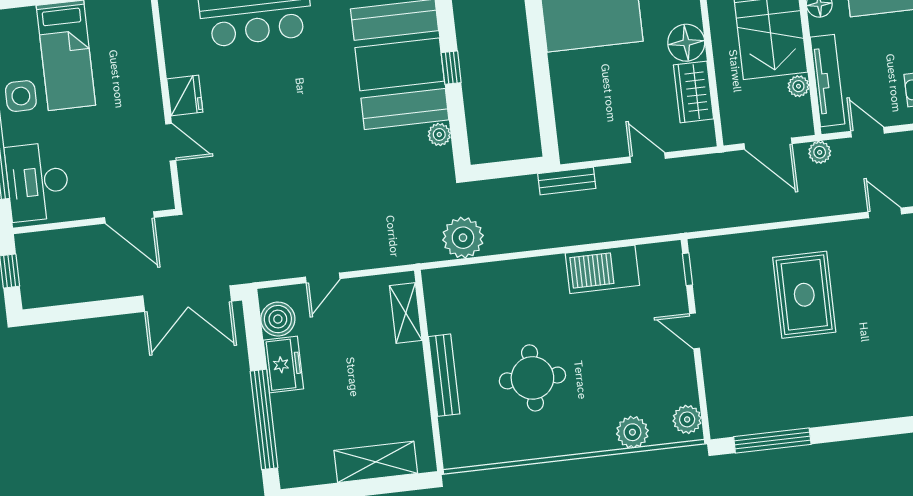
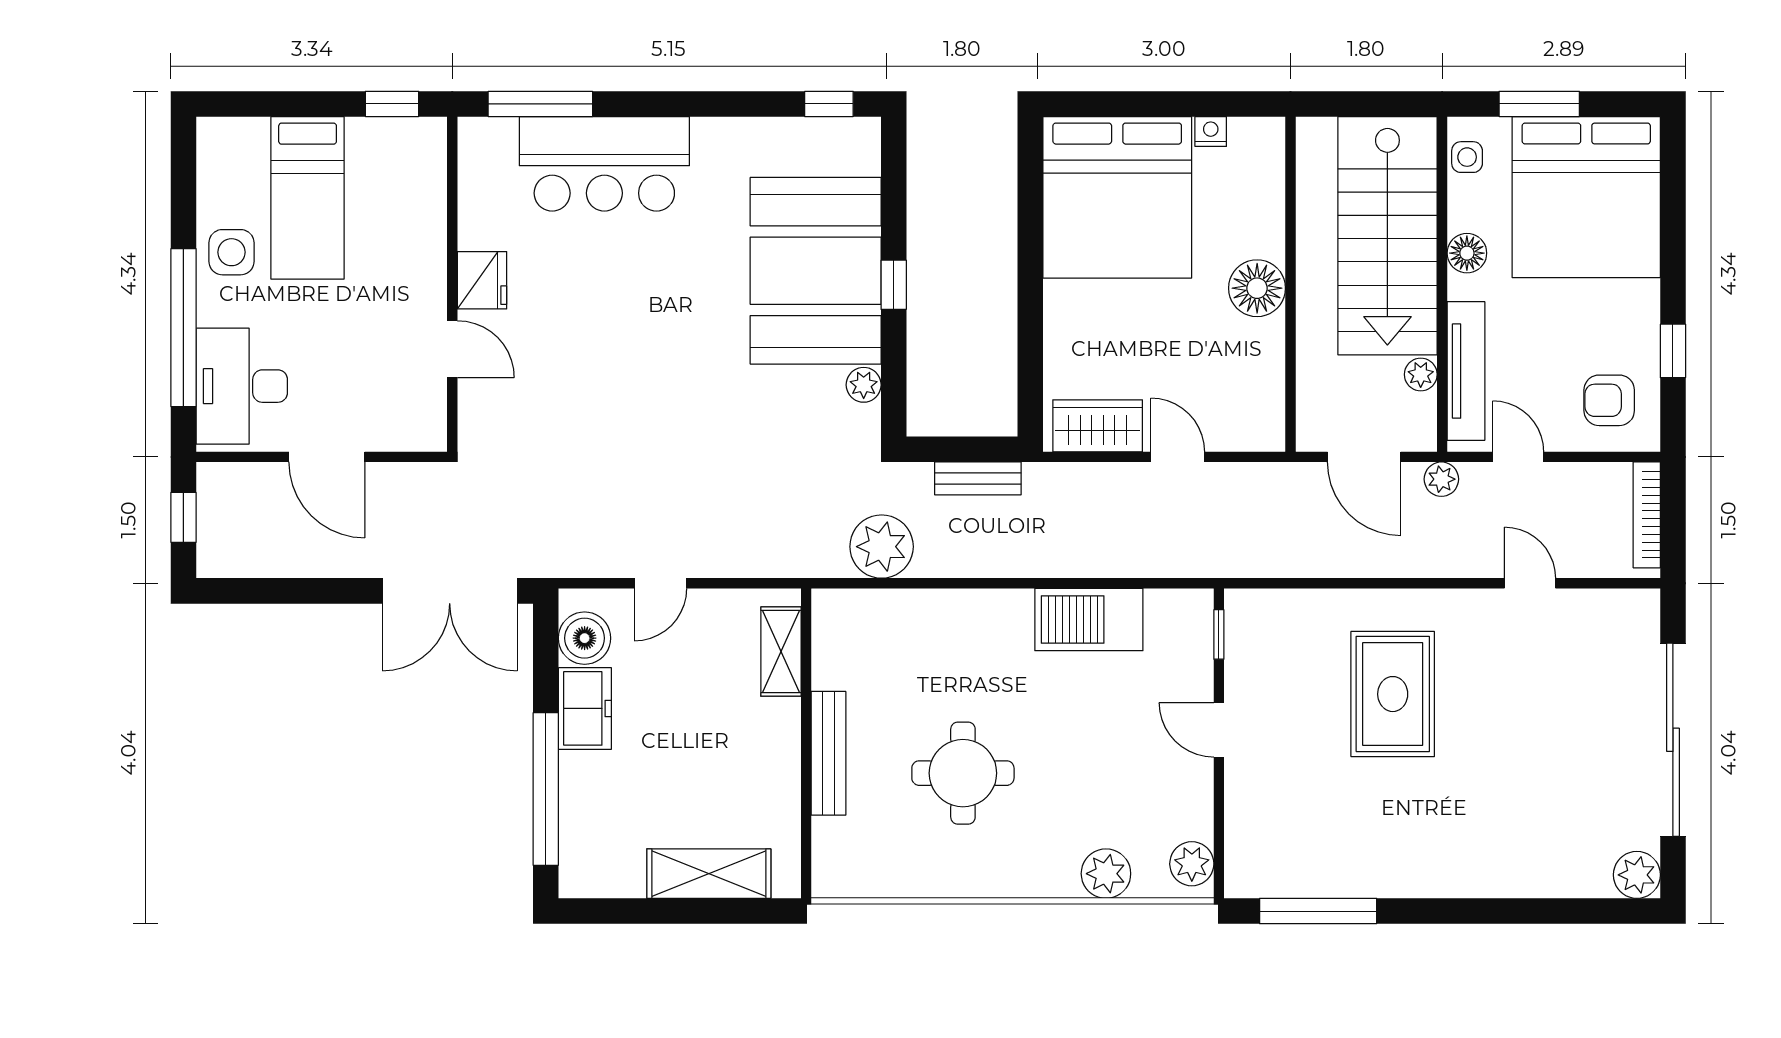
wardrobe: (694, 92) -> (1098, 426), moved, turned 90
bench: (567, 181) -> (978, 478), moved
door: (129, 218) -> (327, 457), moved

